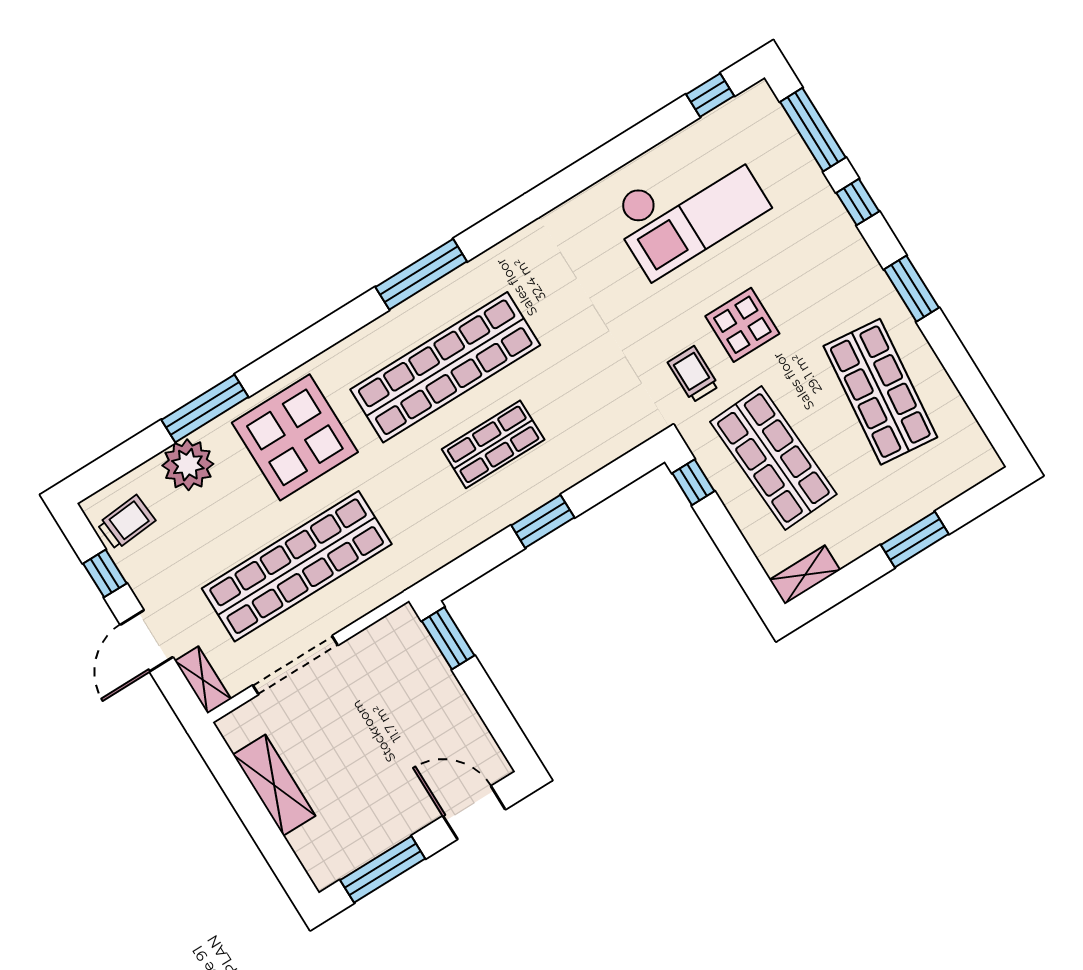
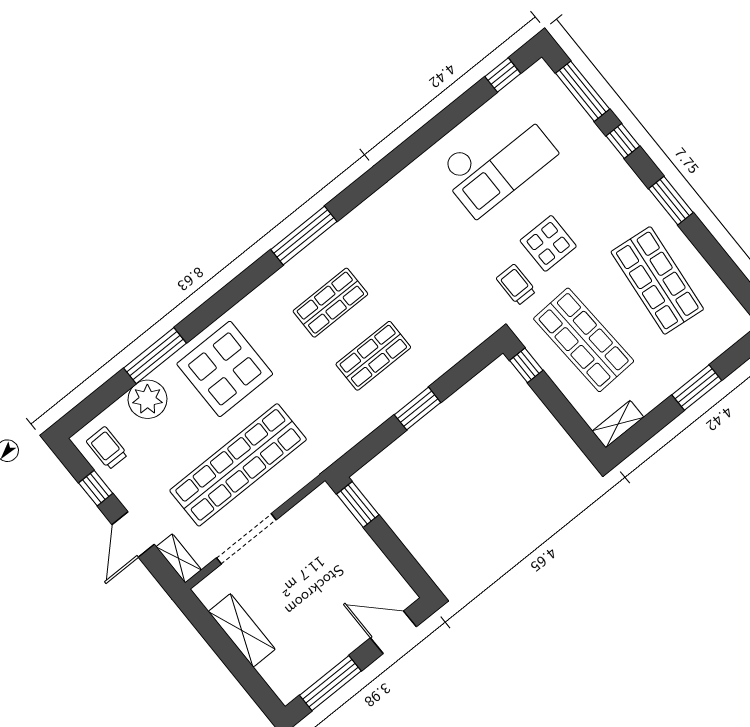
shop shelf: (445, 367) -> (330, 303), width x0.50, depth x0.74
trolley: (126, 522) -> (107, 448), turned -85

